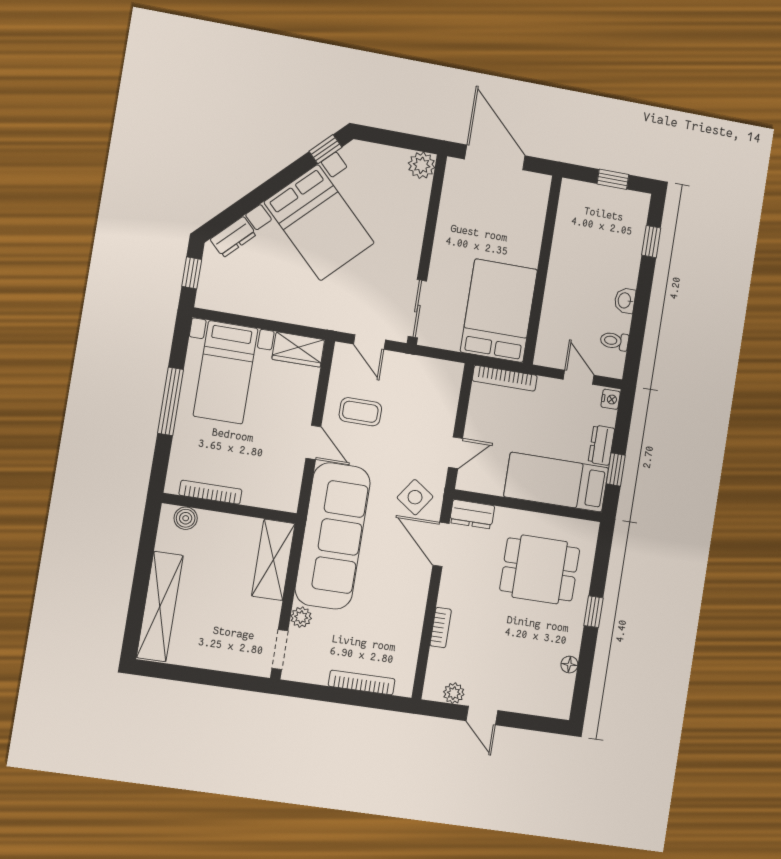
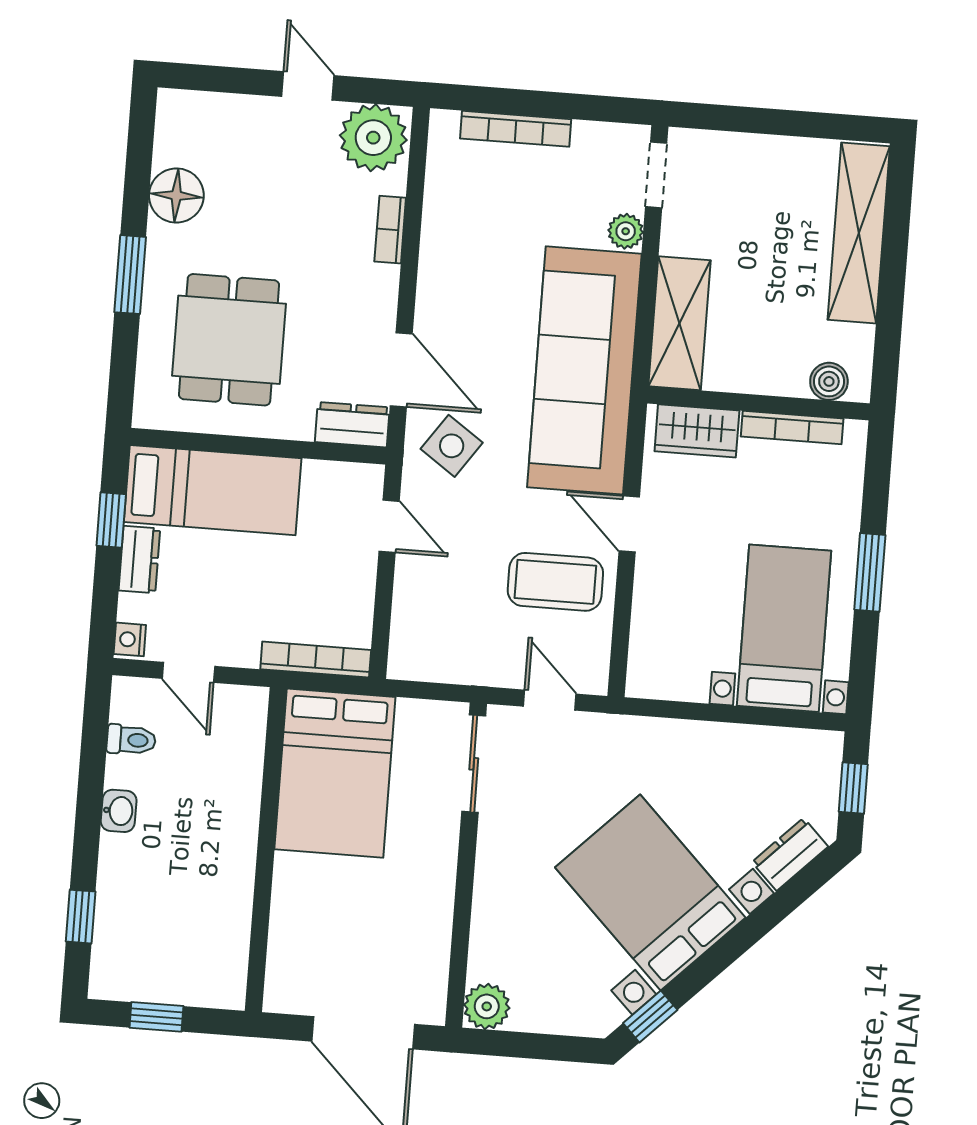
wardrobe: (298, 349) -> (697, 431), moved, turned 180
window: (171, 401) -> (870, 572), width x0.69
coffee table: (360, 412) -> (555, 582), width x1.36, depth x1.30
door: (456, 453) -> (389, 526), swing flipped
dining table: (540, 569) -> (229, 340), turned 90
window: (593, 612) -> (130, 275), width x1.50
floor lamp: (569, 665) -> (176, 196), width x1.89, depth x1.89
plant: (454, 693) -> (373, 138), width x1.88, depth x1.88

